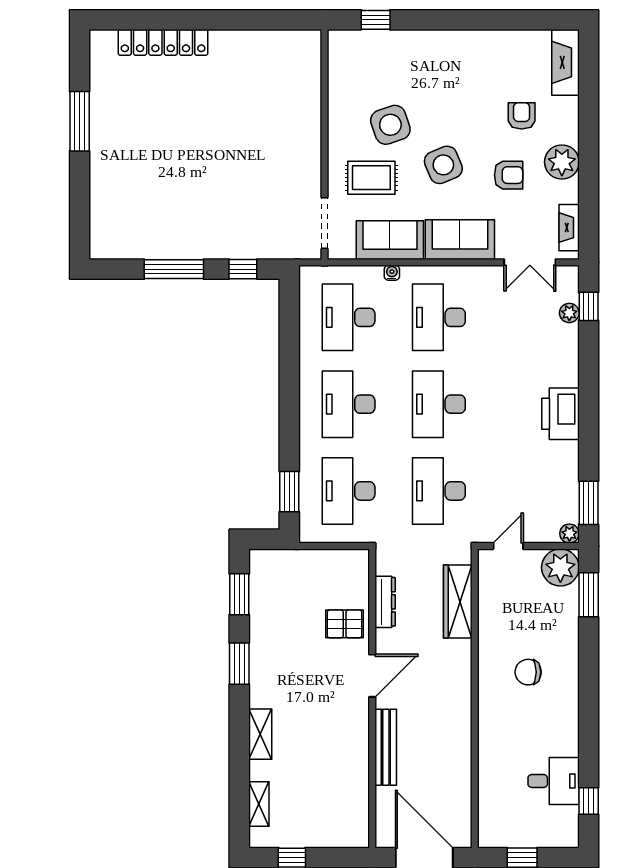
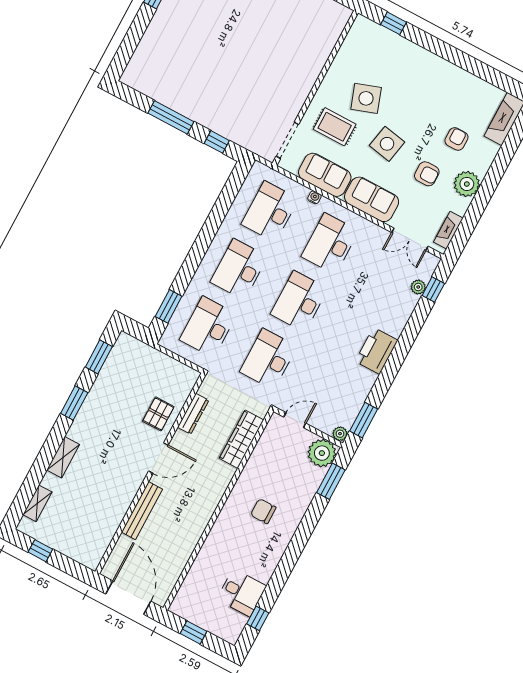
side table: (443, 165) -> (387, 144), turned 34
pallet: (345, 624) -> (158, 414), turned 90

